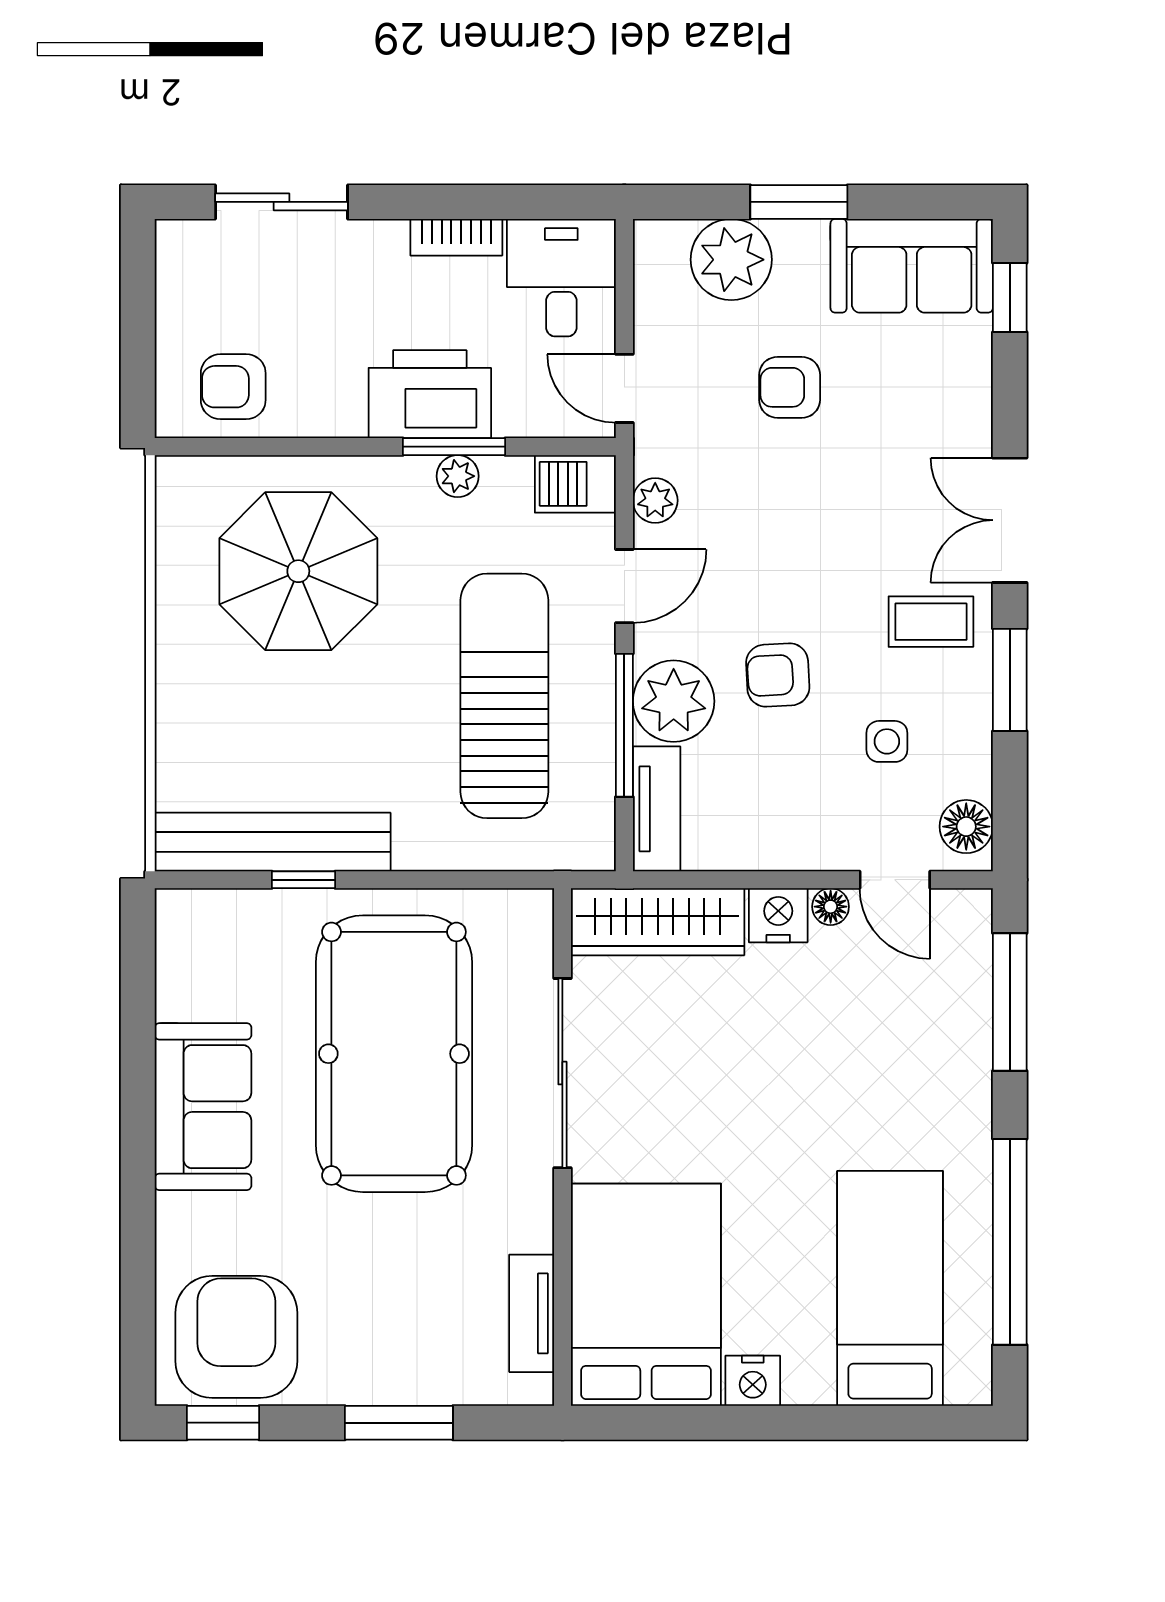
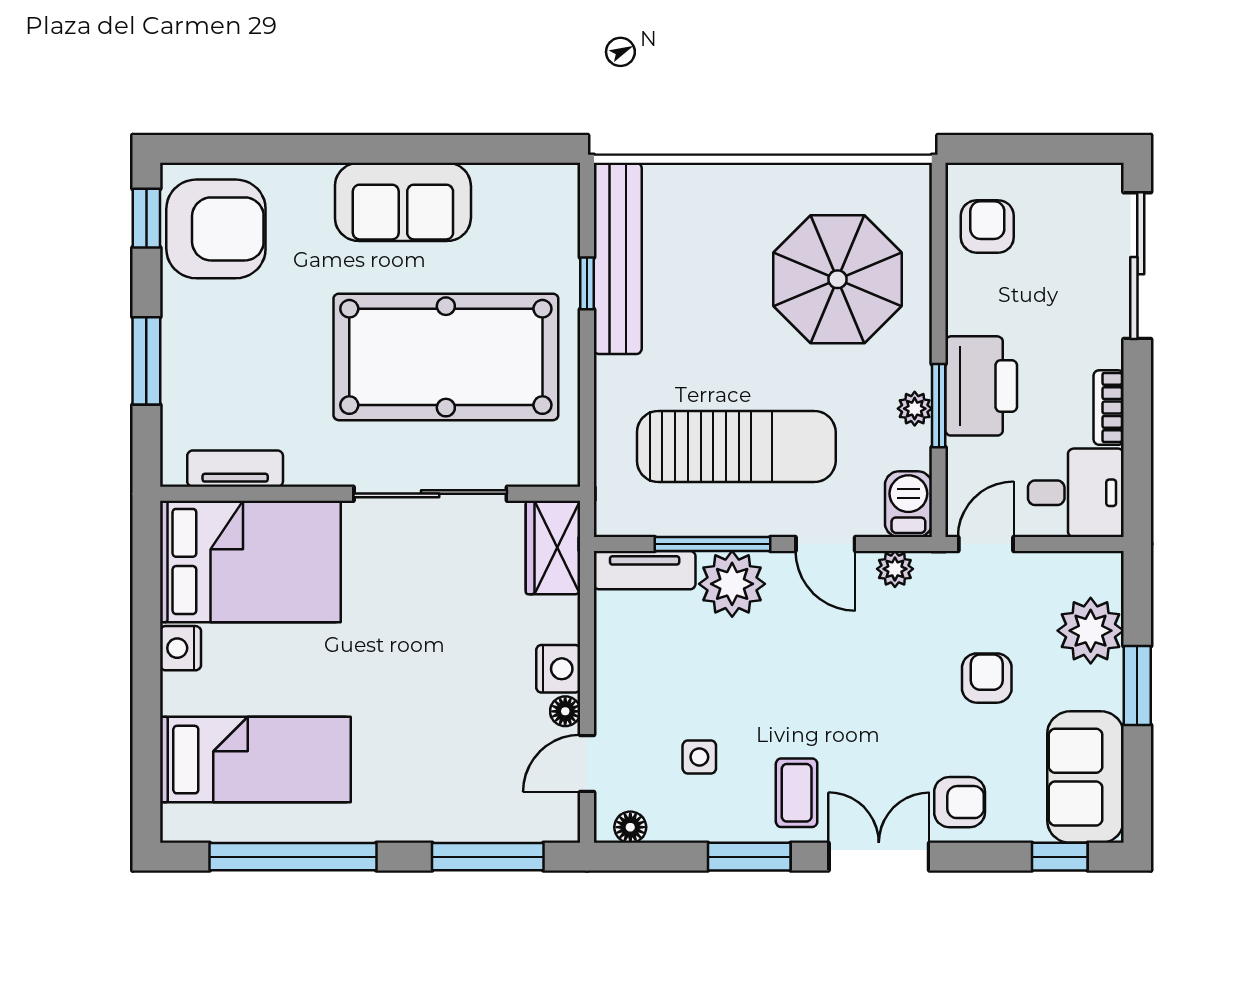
sliding door: (281, 202) -> (1137, 266), width x1.37
armchair: (778, 675) -> (960, 802), moved, turned 93
floor lamp: (966, 827) -> (630, 827), width x0.73, depth x0.73
wardrobe: (658, 922) -> (553, 547), width x0.67

